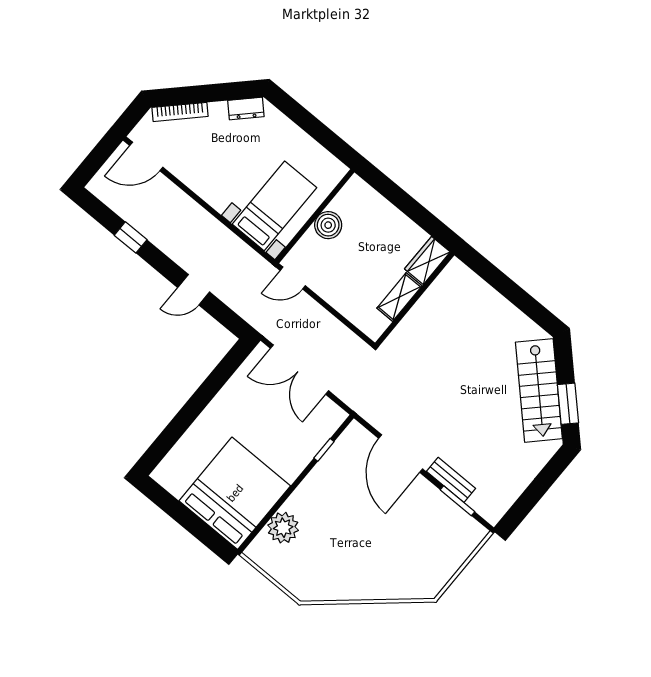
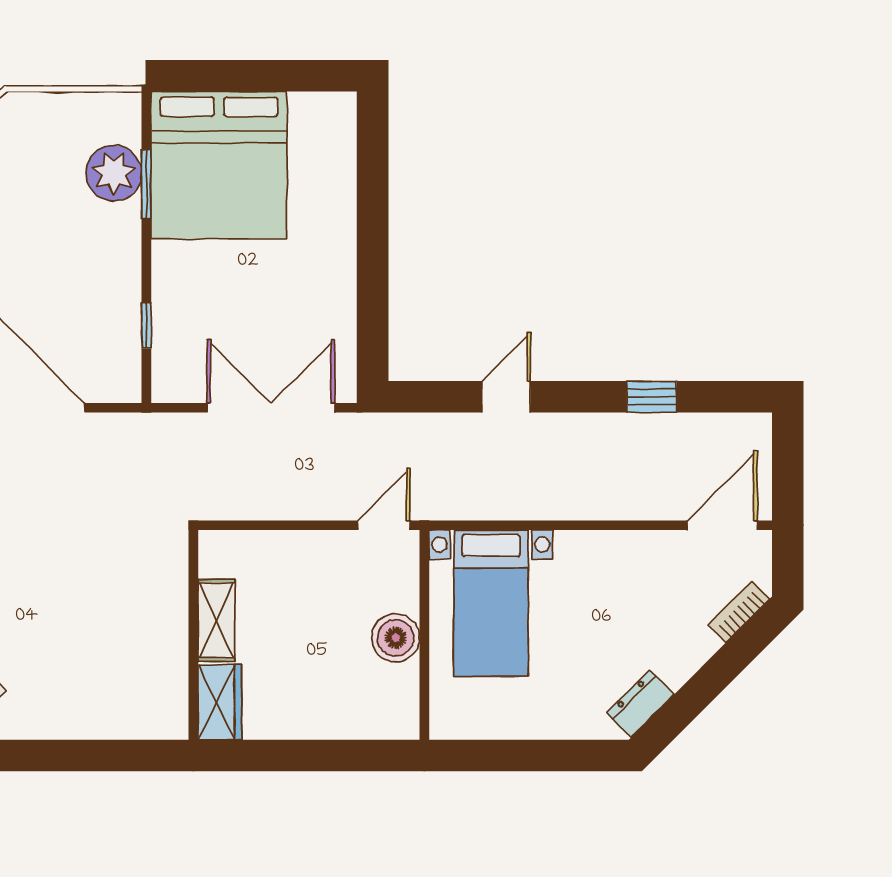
bookcase: (180, 112) -> (739, 612), width x0.64
window: (273, 511) -> (146, 184), added

